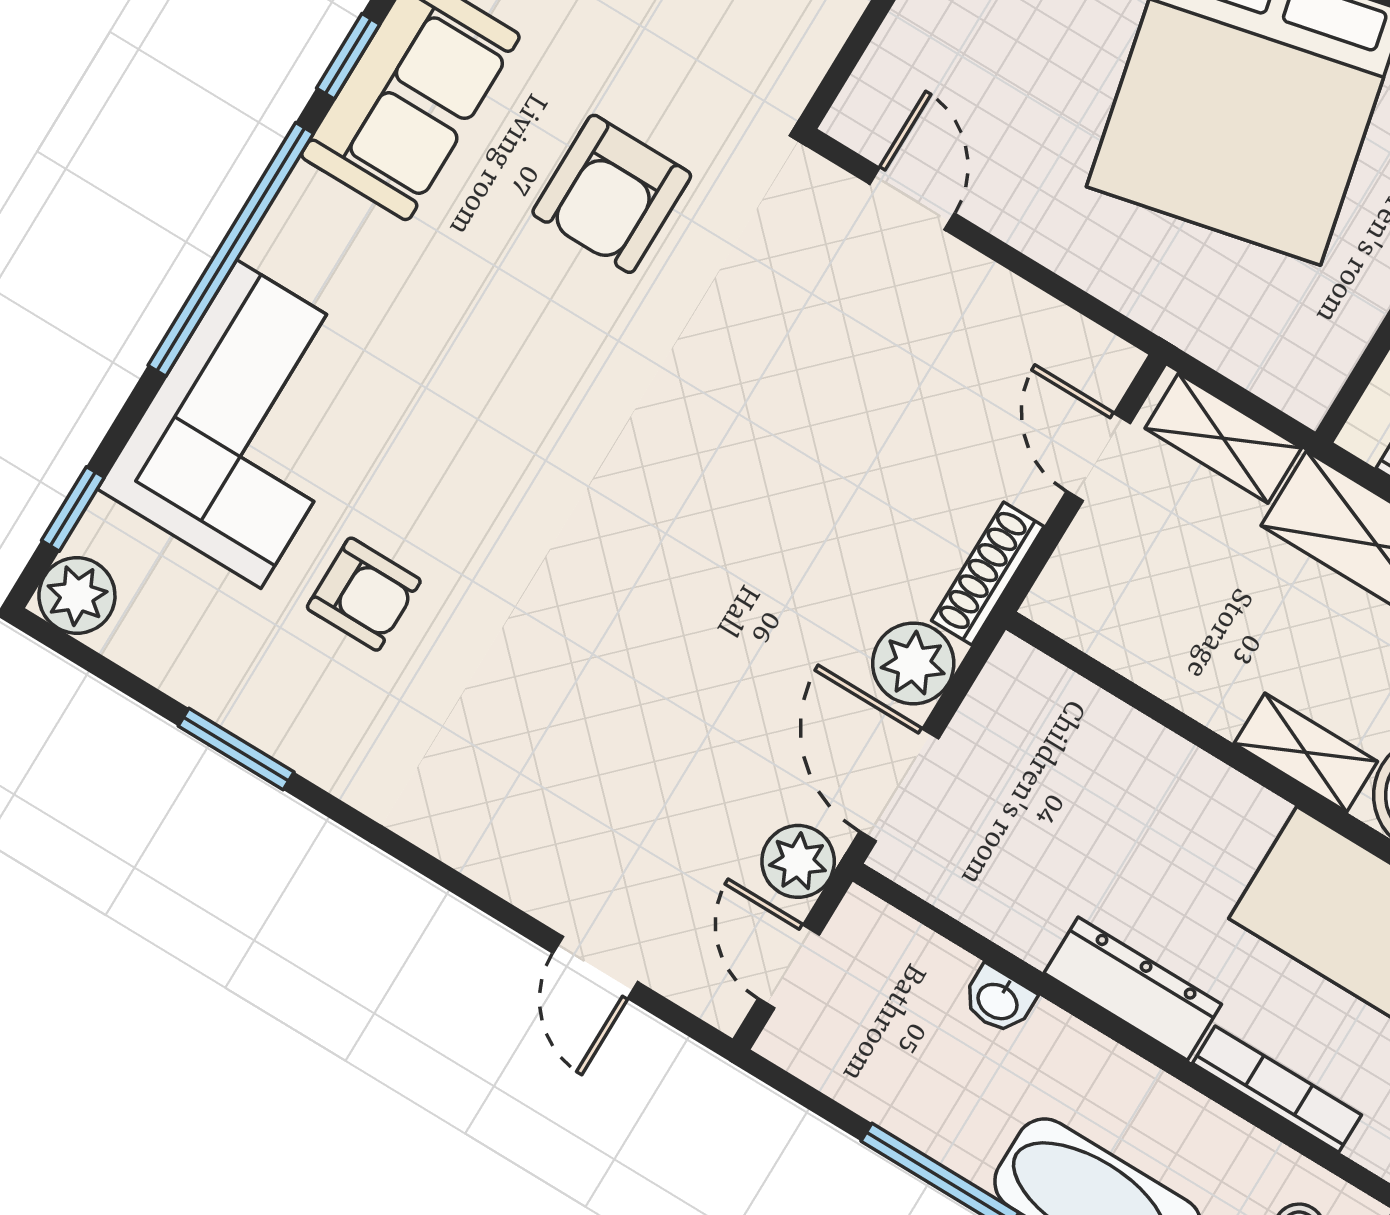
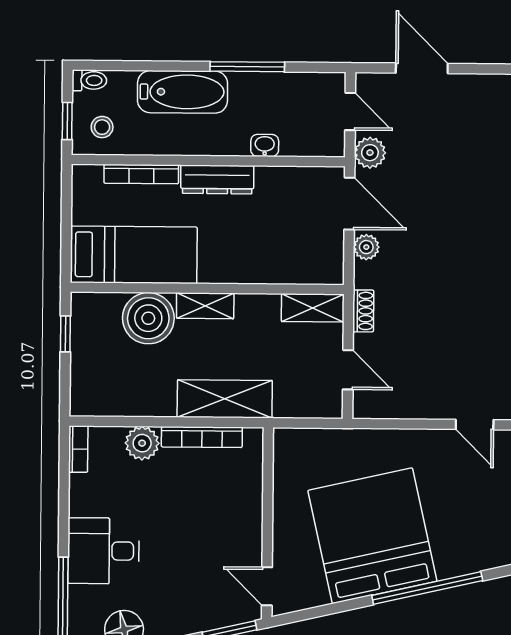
shelving: (1223, 438) -> (313, 308), moved
shoe rack: (988, 573) -> (363, 311), width x0.70
plant: (913, 663) -> (366, 247), width x0.73, depth x0.73
door: (595, 967) -> (422, 68), width x1.38

